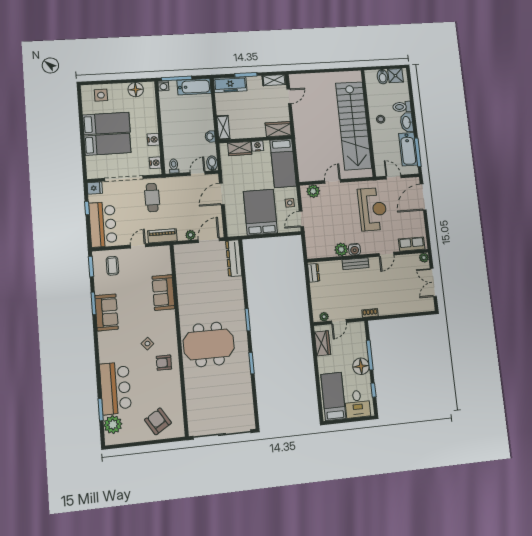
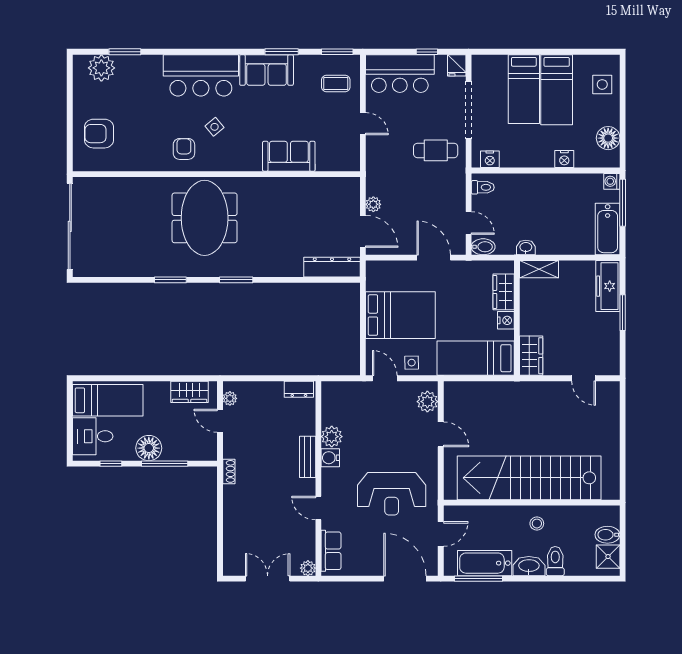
shelving: (274, 80) -> (611, 357), removed
nightstand: (153, 139) -> (564, 159), moved
piano: (162, 236) -> (375, 161), removed
bar counter: (115, 388) -> (201, 75), moved
armchair: (158, 421) -> (99, 134), turned -148

